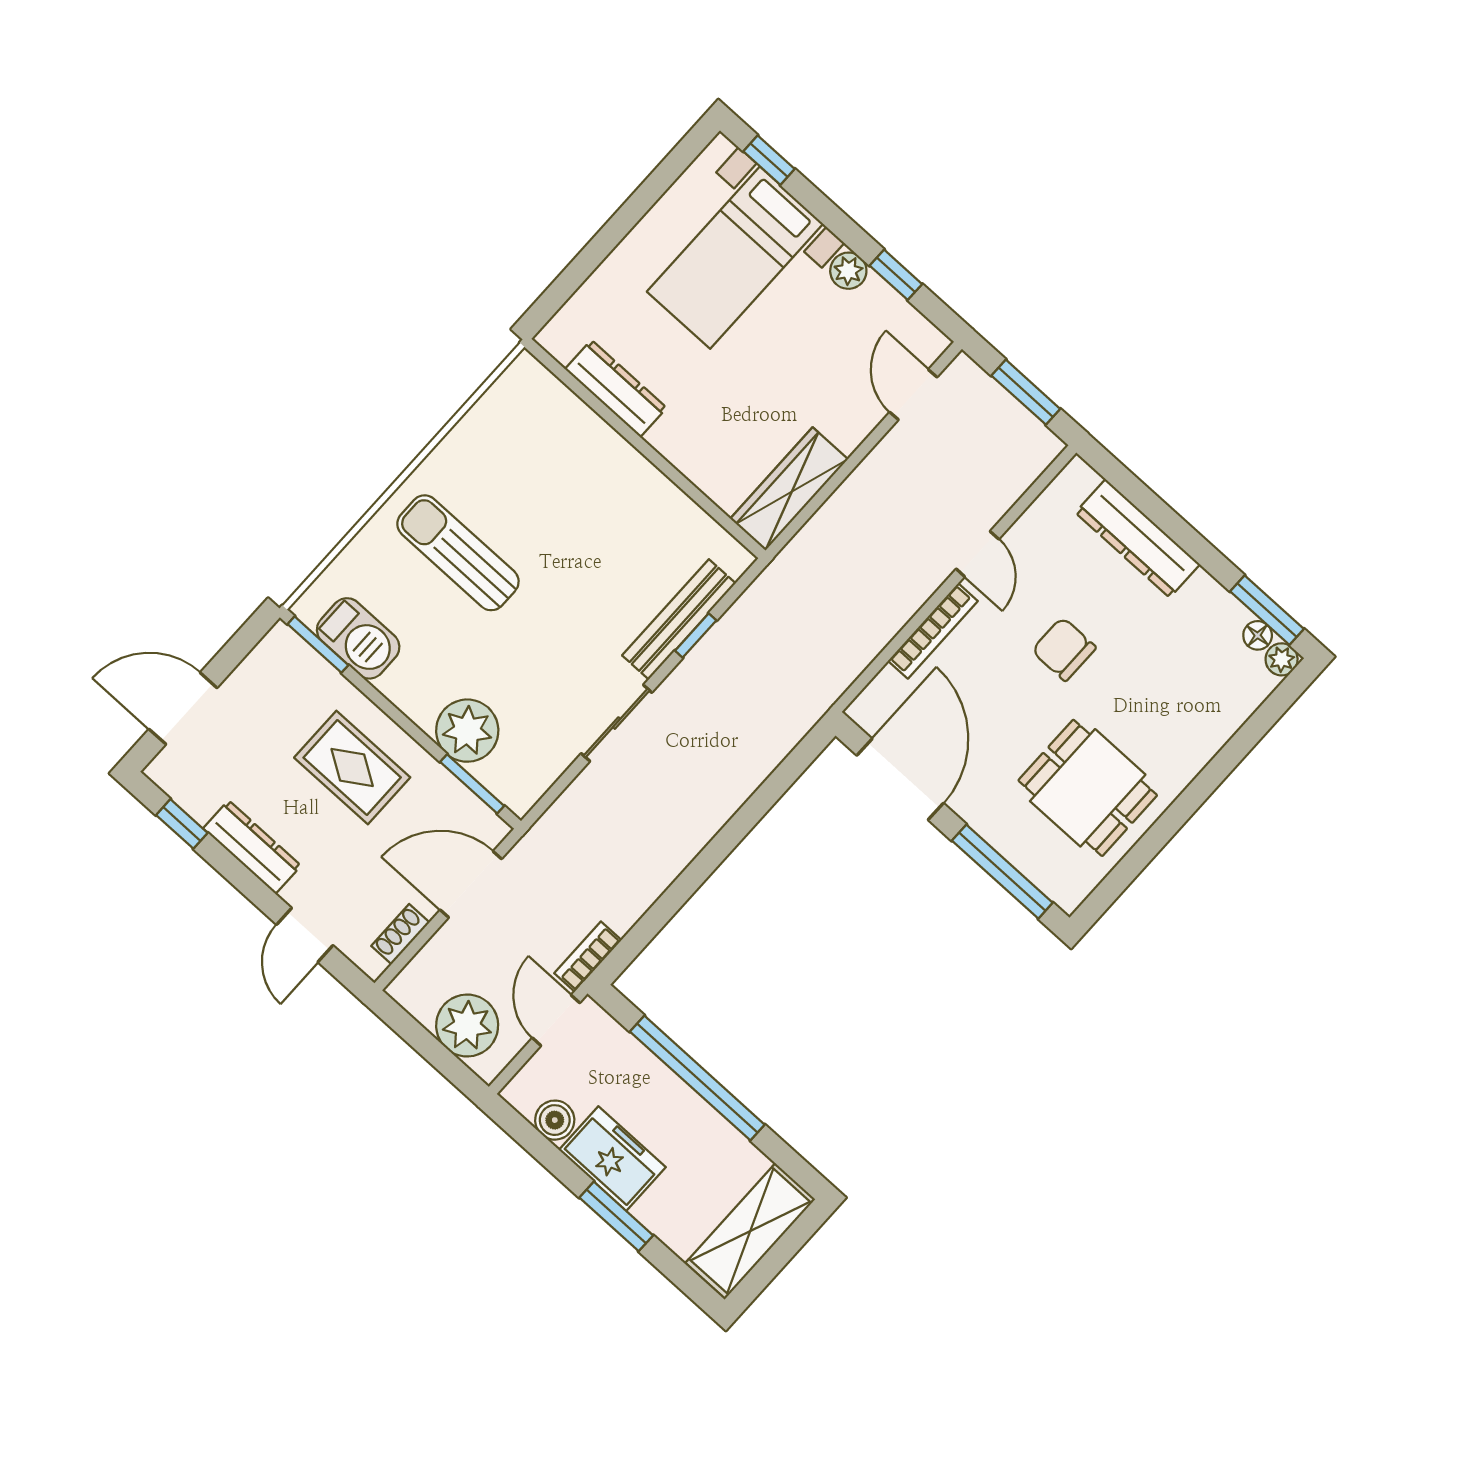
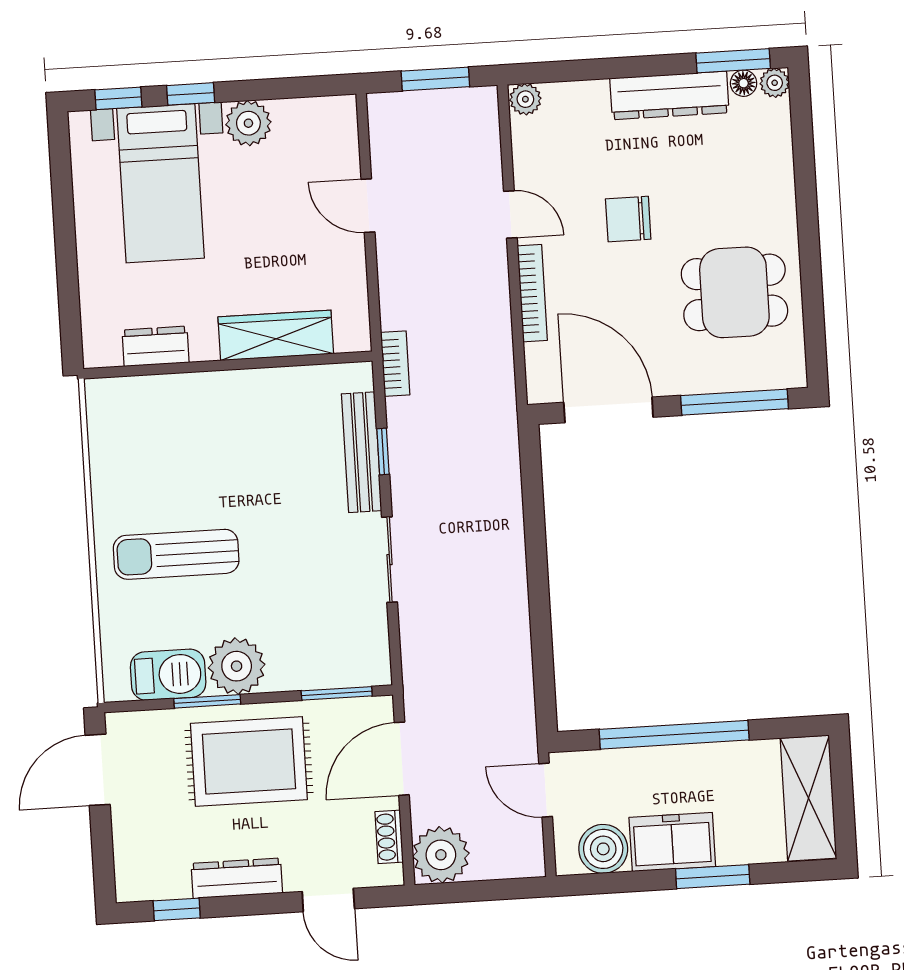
plant: (848, 271) -> (248, 123), width x1.38, depth x1.38
window: (896, 275) -> (191, 94), moved
dresser: (616, 389) -> (156, 346), width x0.70
door: (913, 395) -> (368, 206), moved
plant: (1079, 478) -> (525, 99), added
wardrobe: (789, 489) -> (276, 335), moved, turned 90
dresser: (1138, 538) -> (669, 95), moved
window: (318, 645) -> (207, 701), moved
door: (183, 708) -> (98, 770), moved
plant: (467, 731) -> (237, 666), moved
rug: (352, 767) -> (249, 761), width x1.36, depth x1.43
bookcase: (588, 957) -> (395, 364), moved, turned 180
plant: (467, 1025) -> (441, 855), moved
boiler: (555, 1120) -> (603, 849), width x1.36, depth x1.36

